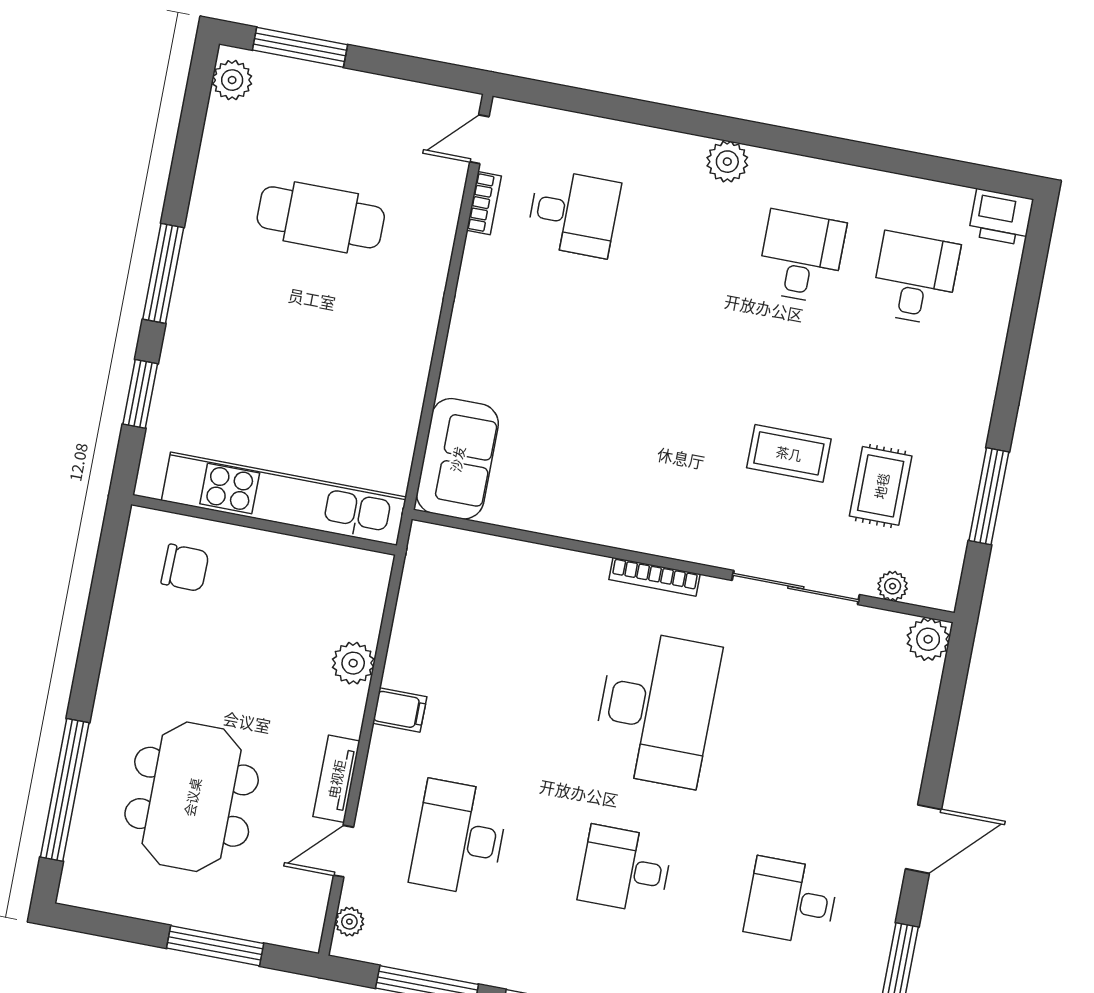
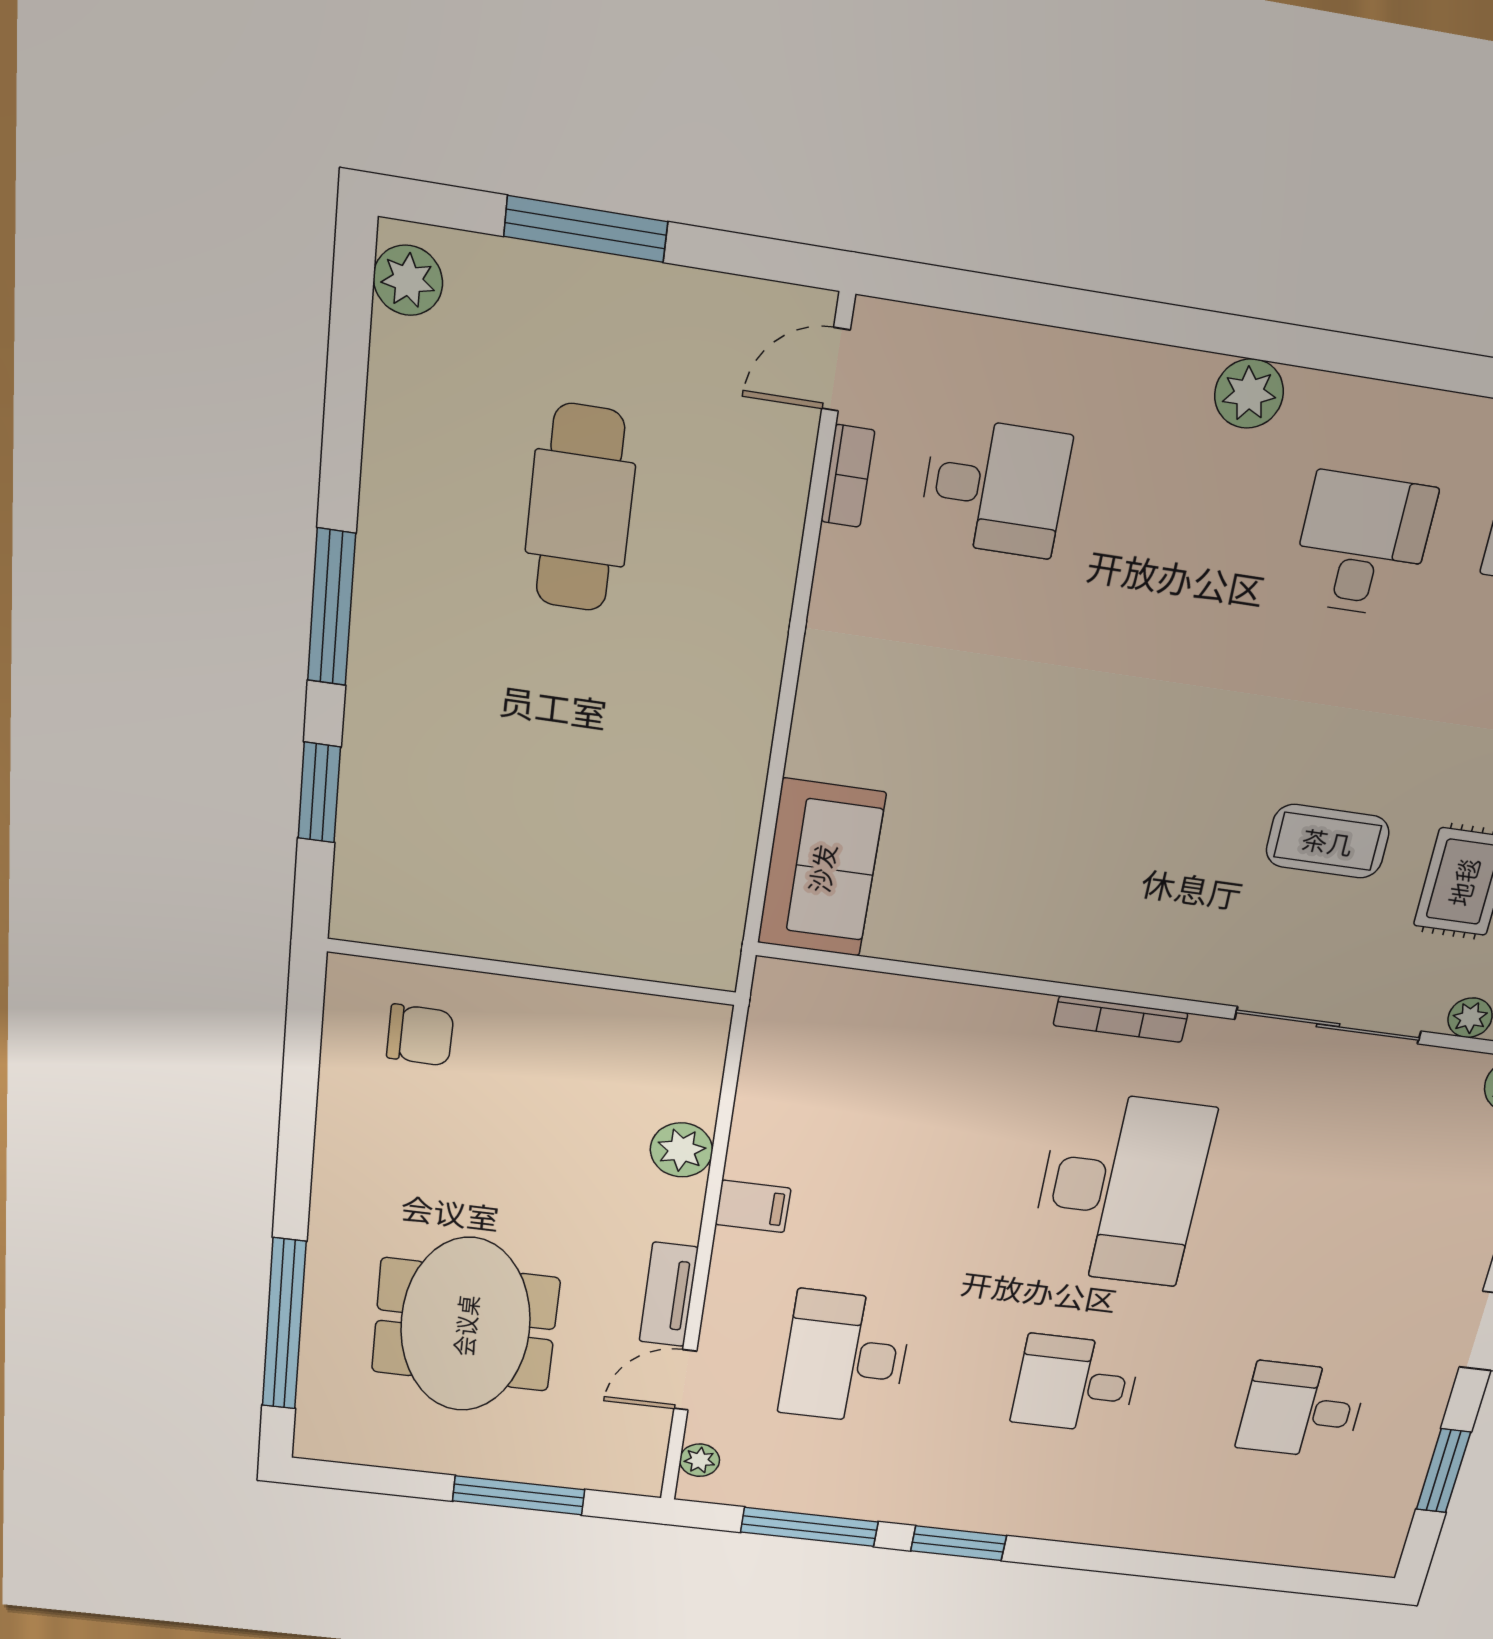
window: (300, 47) -> (586, 229), moved
cafe table: (321, 217) -> (580, 508), turned 90
kitchen unit: (284, 499) -> (560, 935), removed

